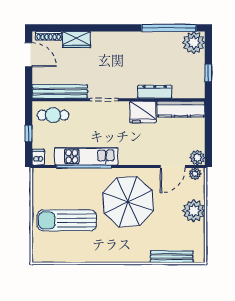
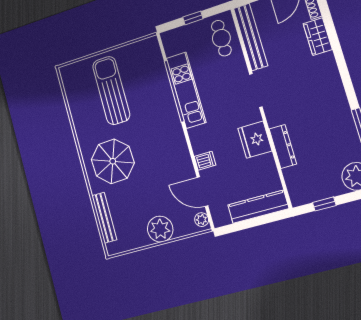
kitchen counter: (181, 109) -> (258, 207), moved, turned 90
dishwasher: (38, 157) -> (205, 161), moved
plant: (197, 158) -> (221, 217), removed
parasol: (128, 202) -> (113, 161), moved, width x0.73, depth x0.73

